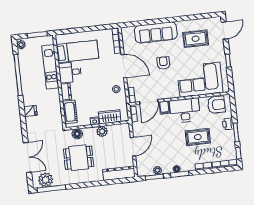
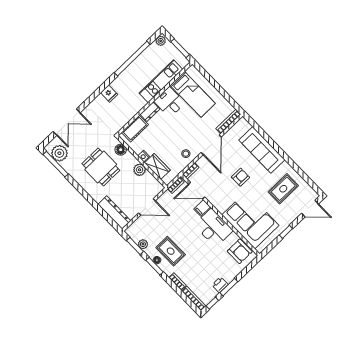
rug: (196, 39) -> (283, 189), turned 90
printer: (228, 124) -> (220, 285), moved
rug: (198, 137) -> (171, 251), moved

